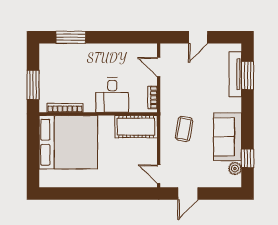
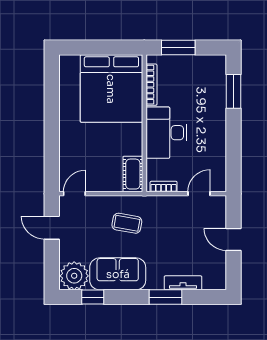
tv unit: (235, 74) -> (183, 283), width x0.71
window: (248, 76) -> (166, 297), moved
desk: (112, 95) -> (166, 133), width x1.37
cot: (136, 127) -> (133, 174), width x0.73, depth x0.75
plant: (235, 169) -> (74, 276), width x1.87, depth x1.87

